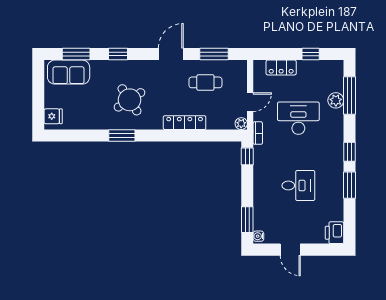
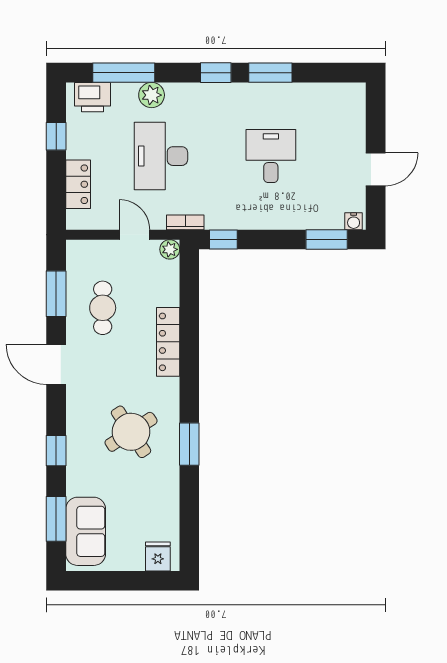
plant: (336, 100) -> (152, 95), moved
printer: (335, 233) -> (92, 97), moved

